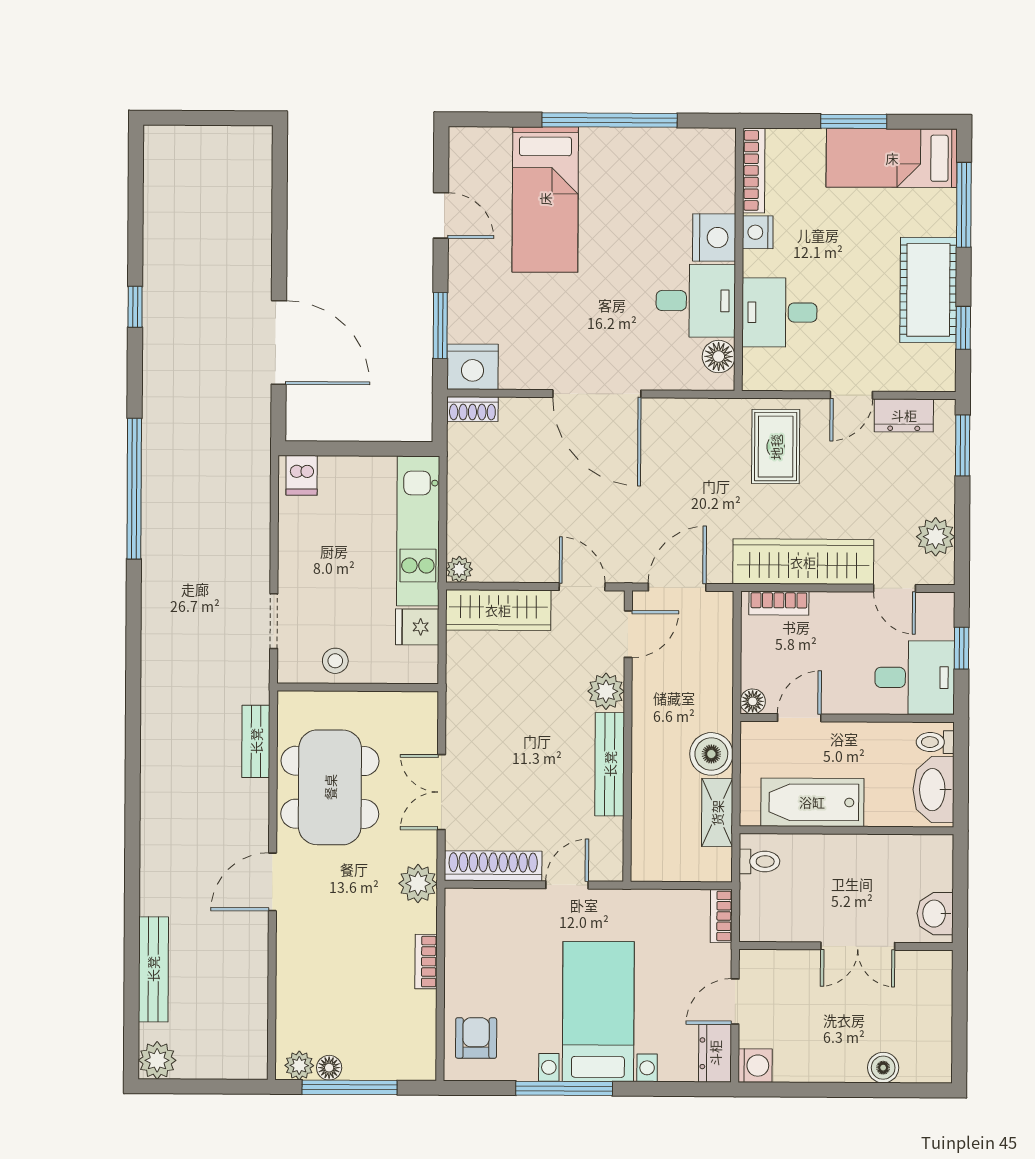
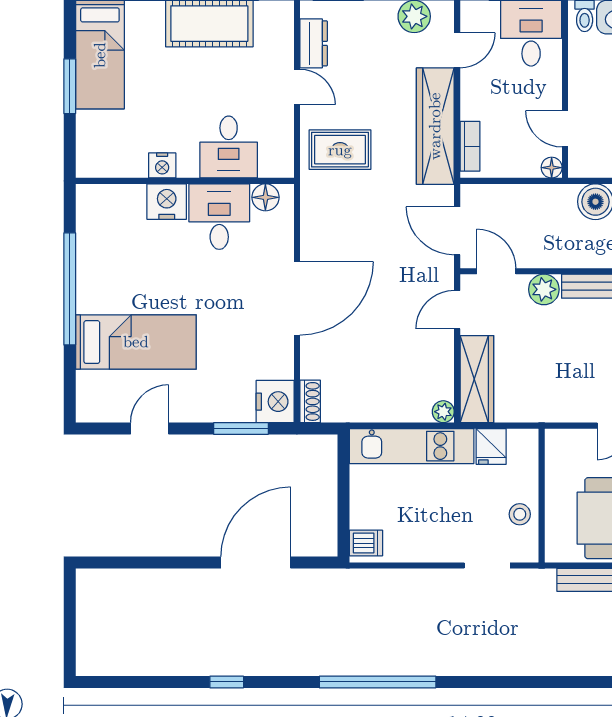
bookcase: (754, 170) -> (111, 169), removed

